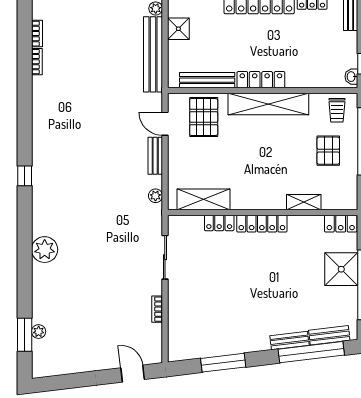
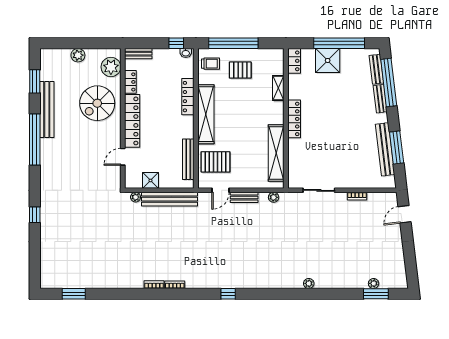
locker: (261, 80) -> (188, 97), moved
window: (25, 176) -> (228, 294), moved
shelving: (203, 199) -> (276, 153), width x1.47
locker: (219, 223) -> (294, 150), removed
plant: (45, 250) -> (309, 283), width x0.53, depth x0.53
bench: (221, 347) -> (385, 149), added

